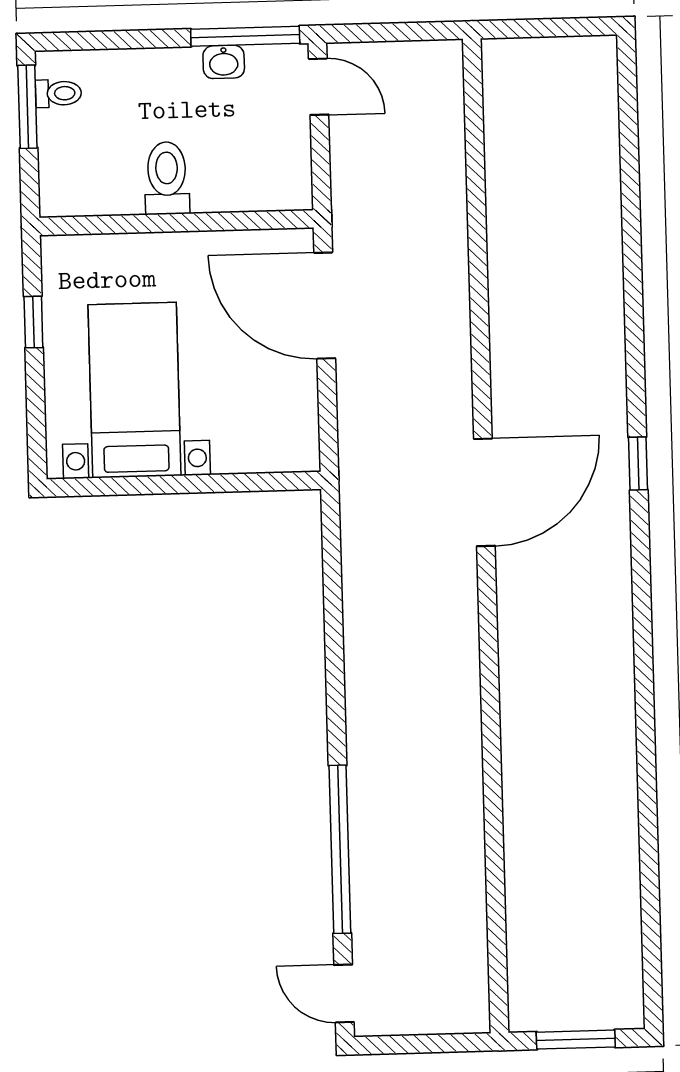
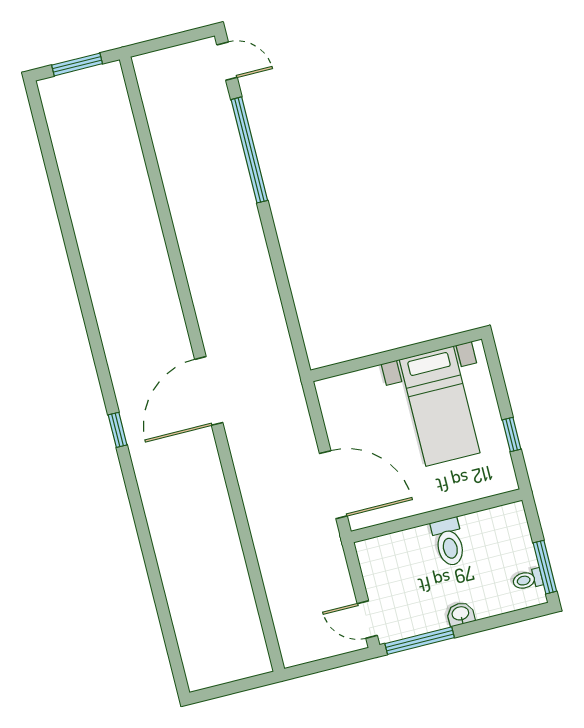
washbasin: (224, 62) -> (461, 614), moved

